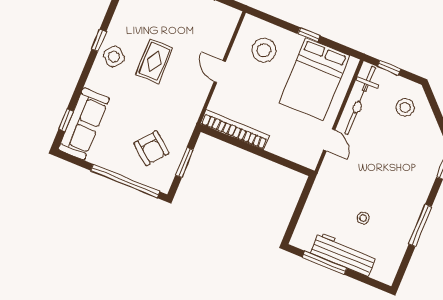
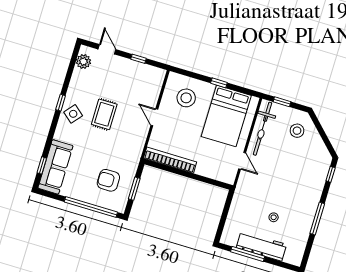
armchair: (151, 148) -> (108, 180), turned 141

